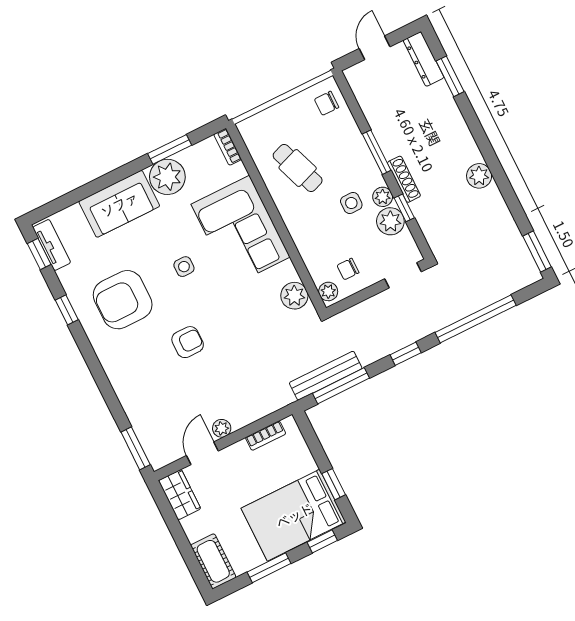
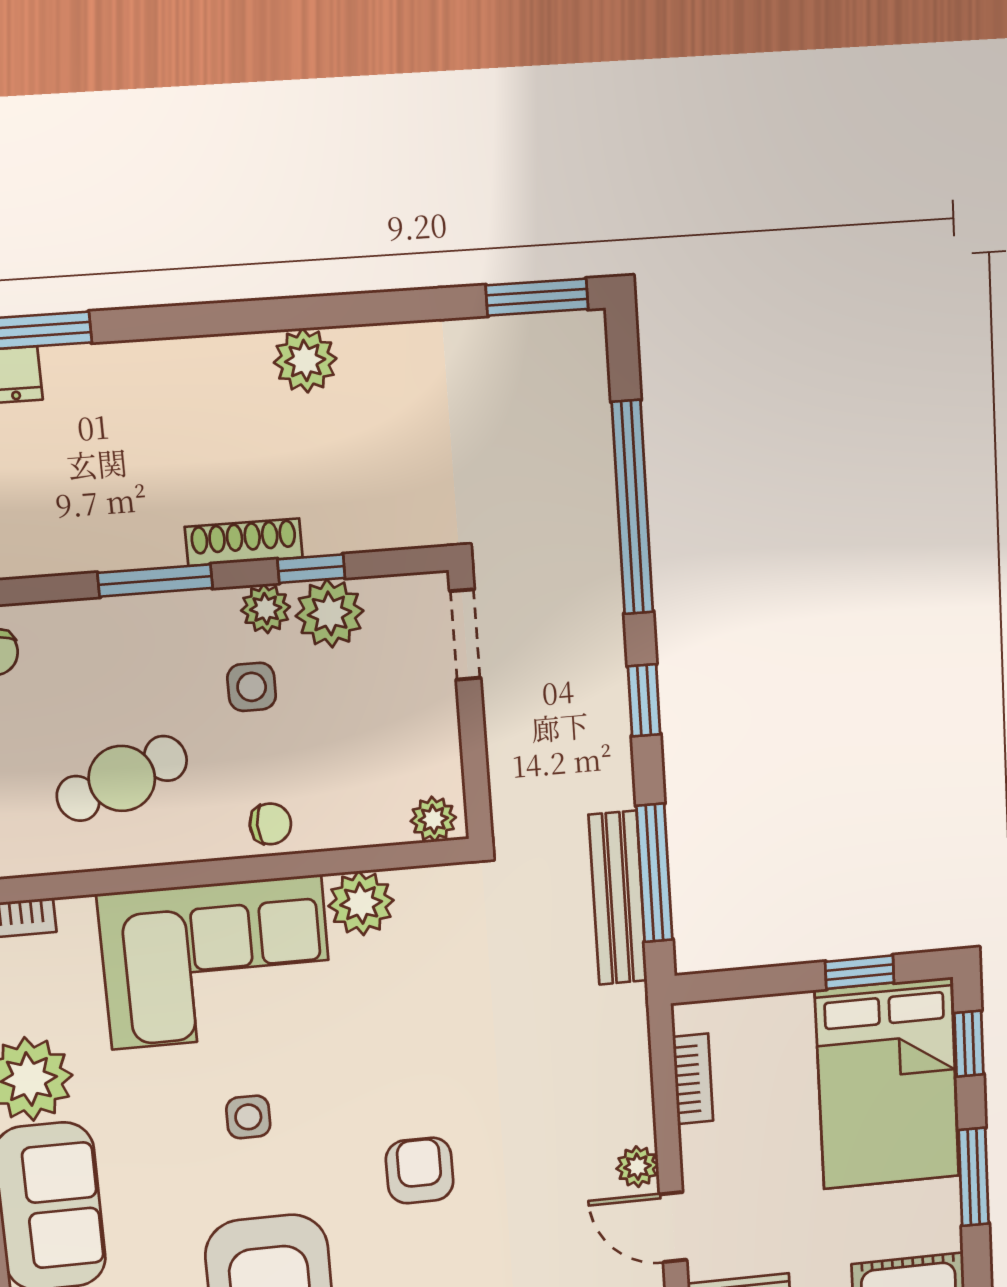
chair: (348, 269) -> (270, 824), moved, turned -90
plant: (294, 296) -> (361, 903), moved

